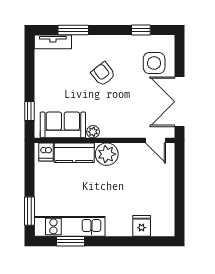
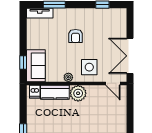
side table: (154, 63) -> (89, 67), moved
armchair: (103, 74) -> (76, 36), turned -142
sofa: (63, 125) -> (36, 66), moved, turned 90

